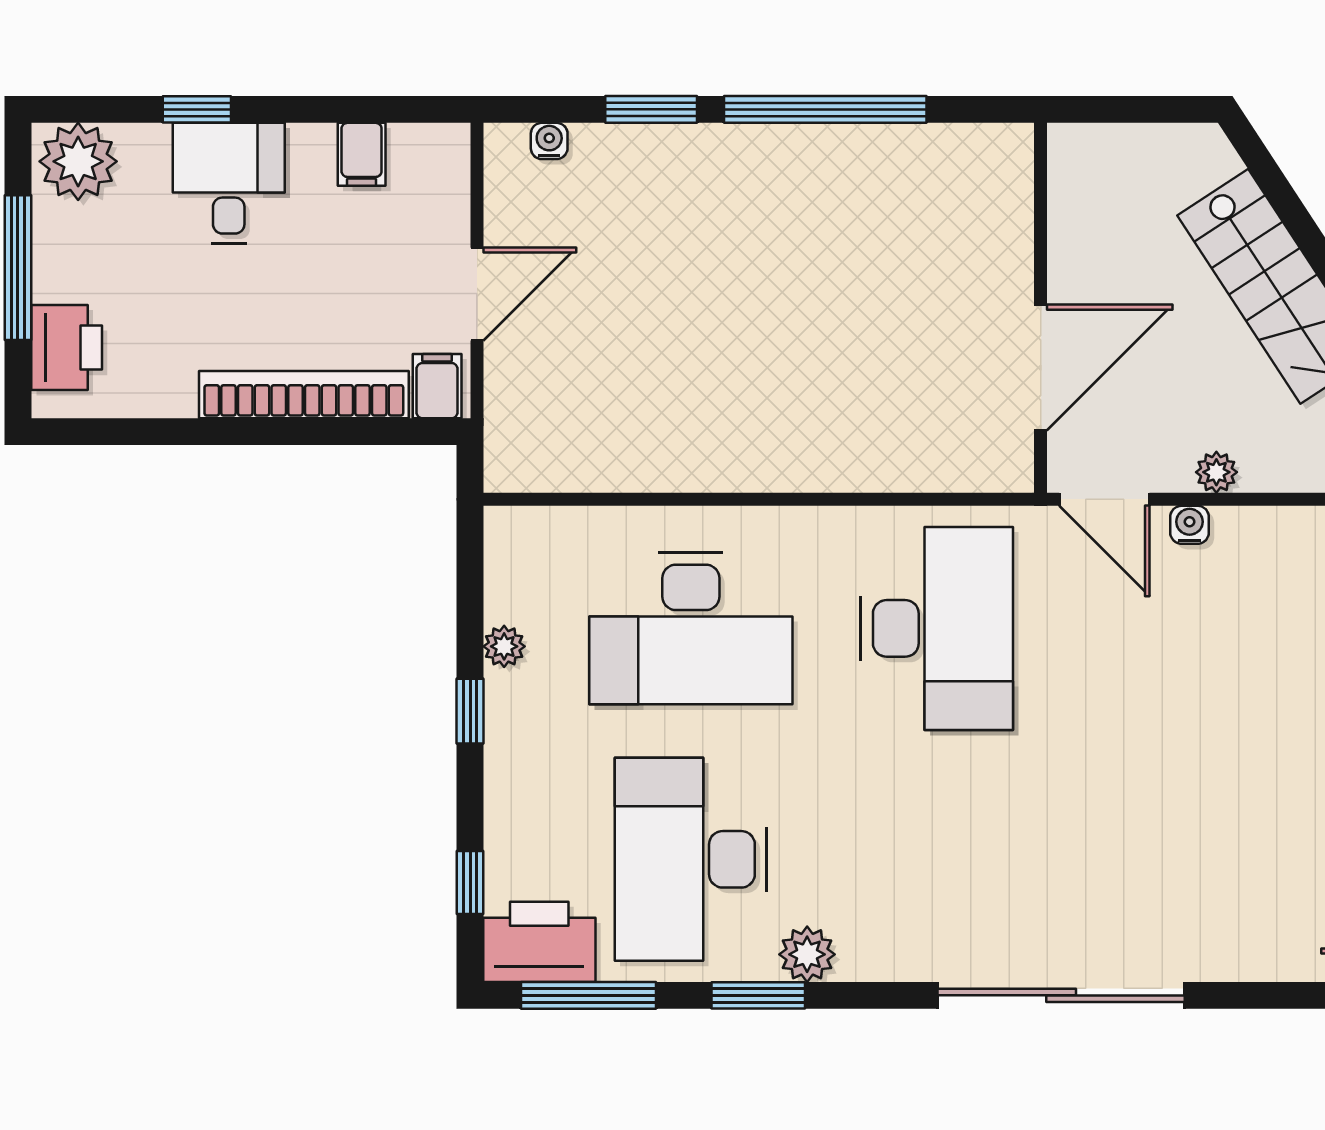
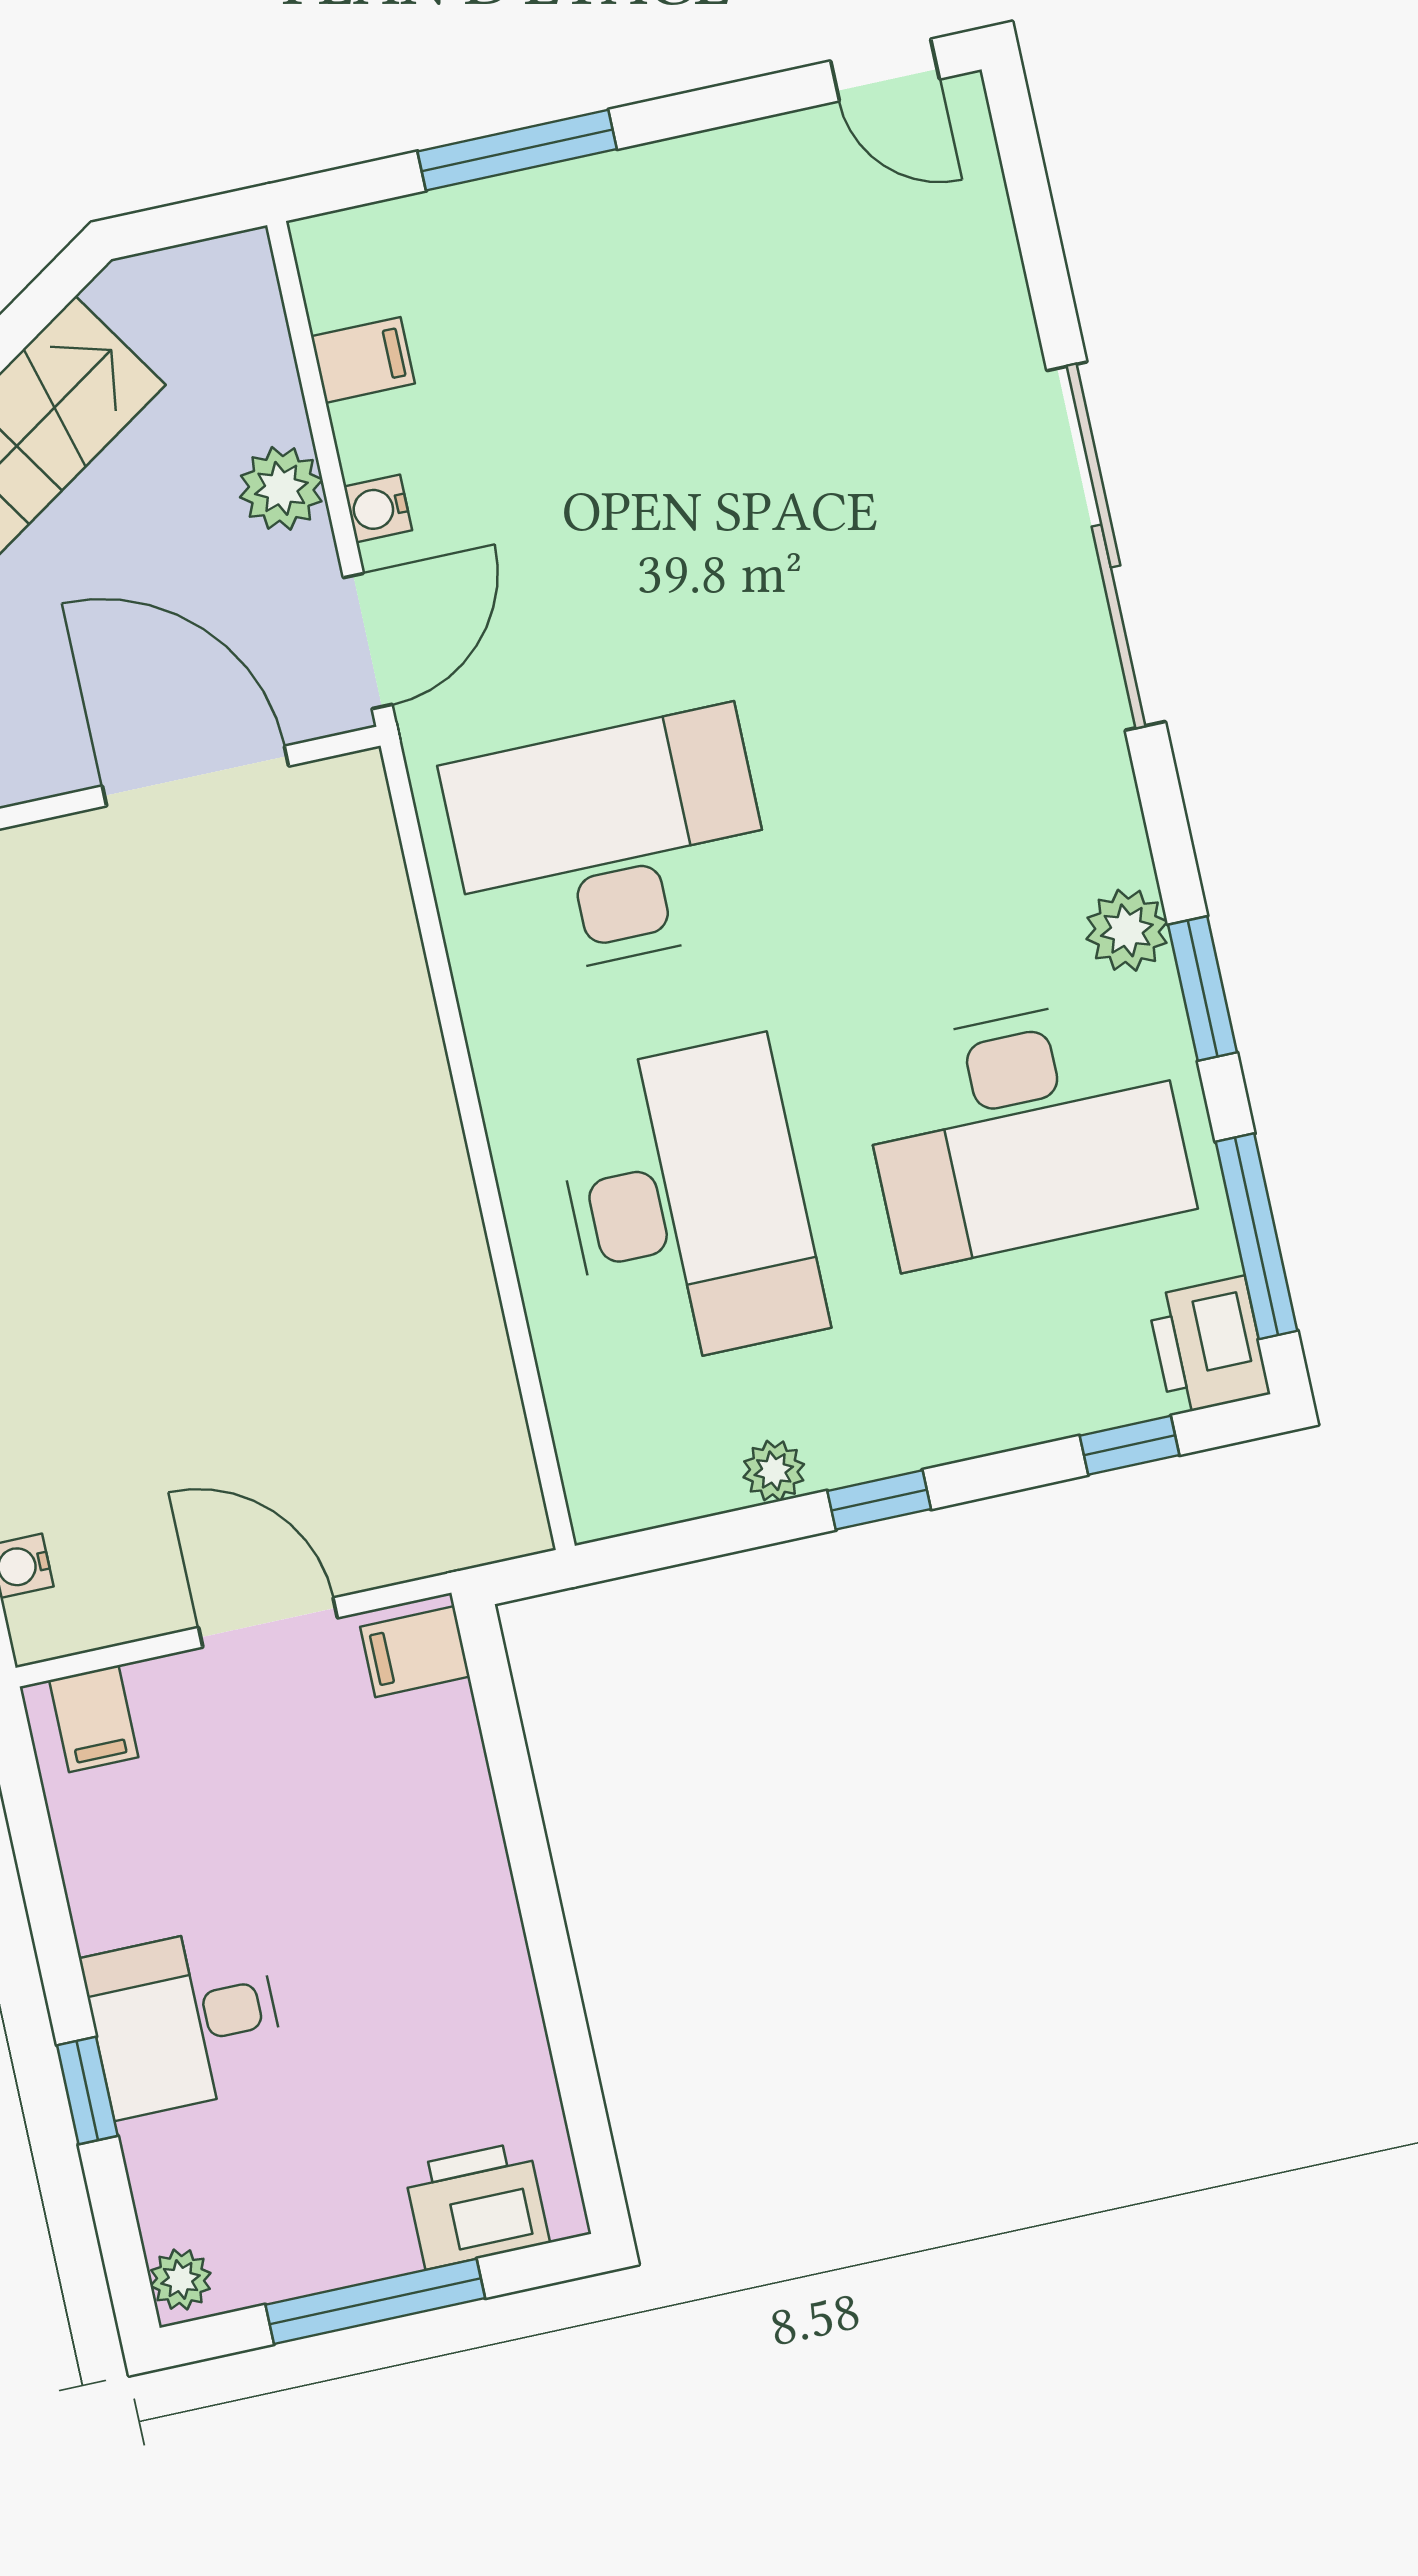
filing cabinet: (362, 154) -> (94, 1719), moved, turned 90
plant: (78, 161) -> (181, 2280), width x0.53, depth x0.53
bookcase: (304, 395) -> (470, 1843), removed
plant: (1216, 472) -> (281, 488), width x1.38, depth x1.38
filing cabinet: (1289, 536) -> (363, 360), added
printer: (539, 942) -> (1208, 1345), width x0.73, depth x0.84

